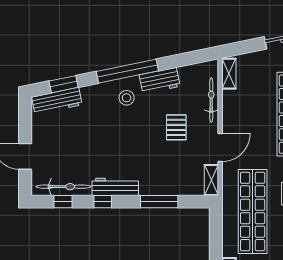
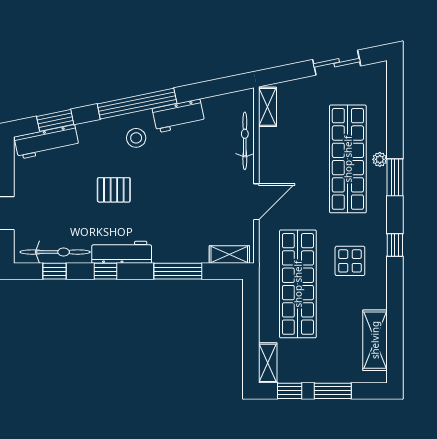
pallet: (176, 127) -> (114, 190), moved, turned 90
shelving: (211, 180) -> (229, 254), moved, turned 90

